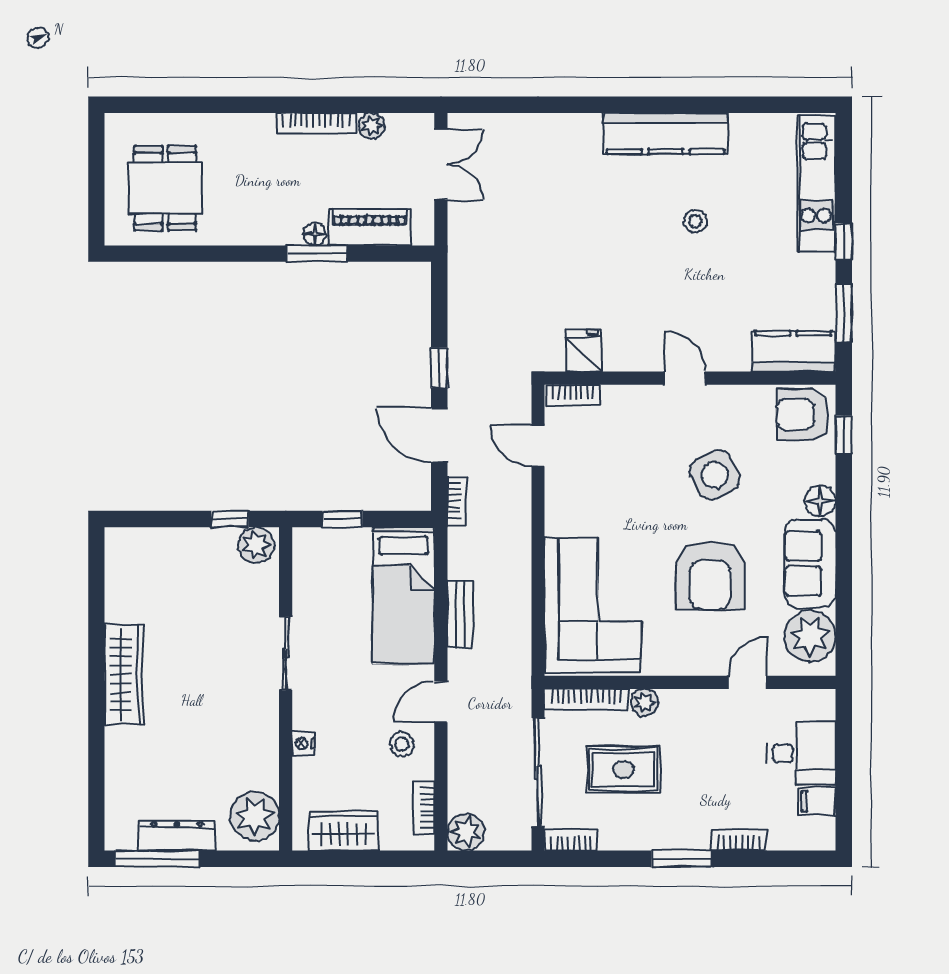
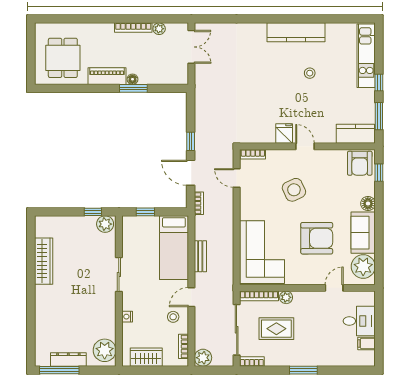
piano: (369, 227) -> (107, 76), moved
fridge: (584, 351) -> (284, 133), moved
armchair: (803, 414) -> (360, 163), turned -90
side table: (715, 475) -> (294, 190), moved
armchair: (710, 576) -> (317, 238), turned -90
wardrobe: (124, 674) -> (44, 261), moved
bookcase: (739, 840) -> (330, 361), removed

